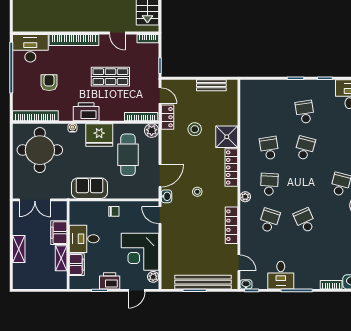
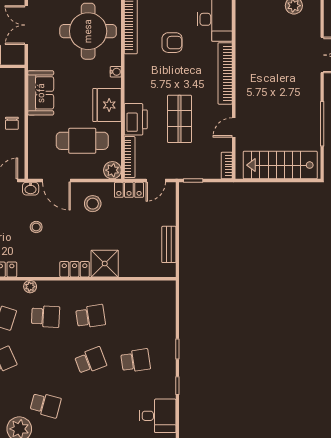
printer: (86, 112) -> (136, 119), moved
stool: (195, 129) -> (93, 204), moved
school desk: (305, 148) -> (91, 361), turned -36
locker: (231, 167) -> (75, 269), width x0.66

